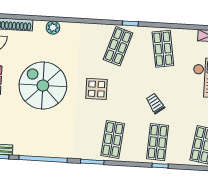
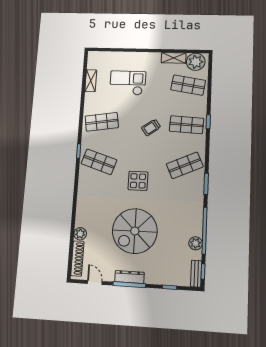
plant: (53, 28) -> (80, 234), moved
shop shelf: (113, 140) -> (185, 165), turned -30
plant: (30, 149) -> (196, 243), added

